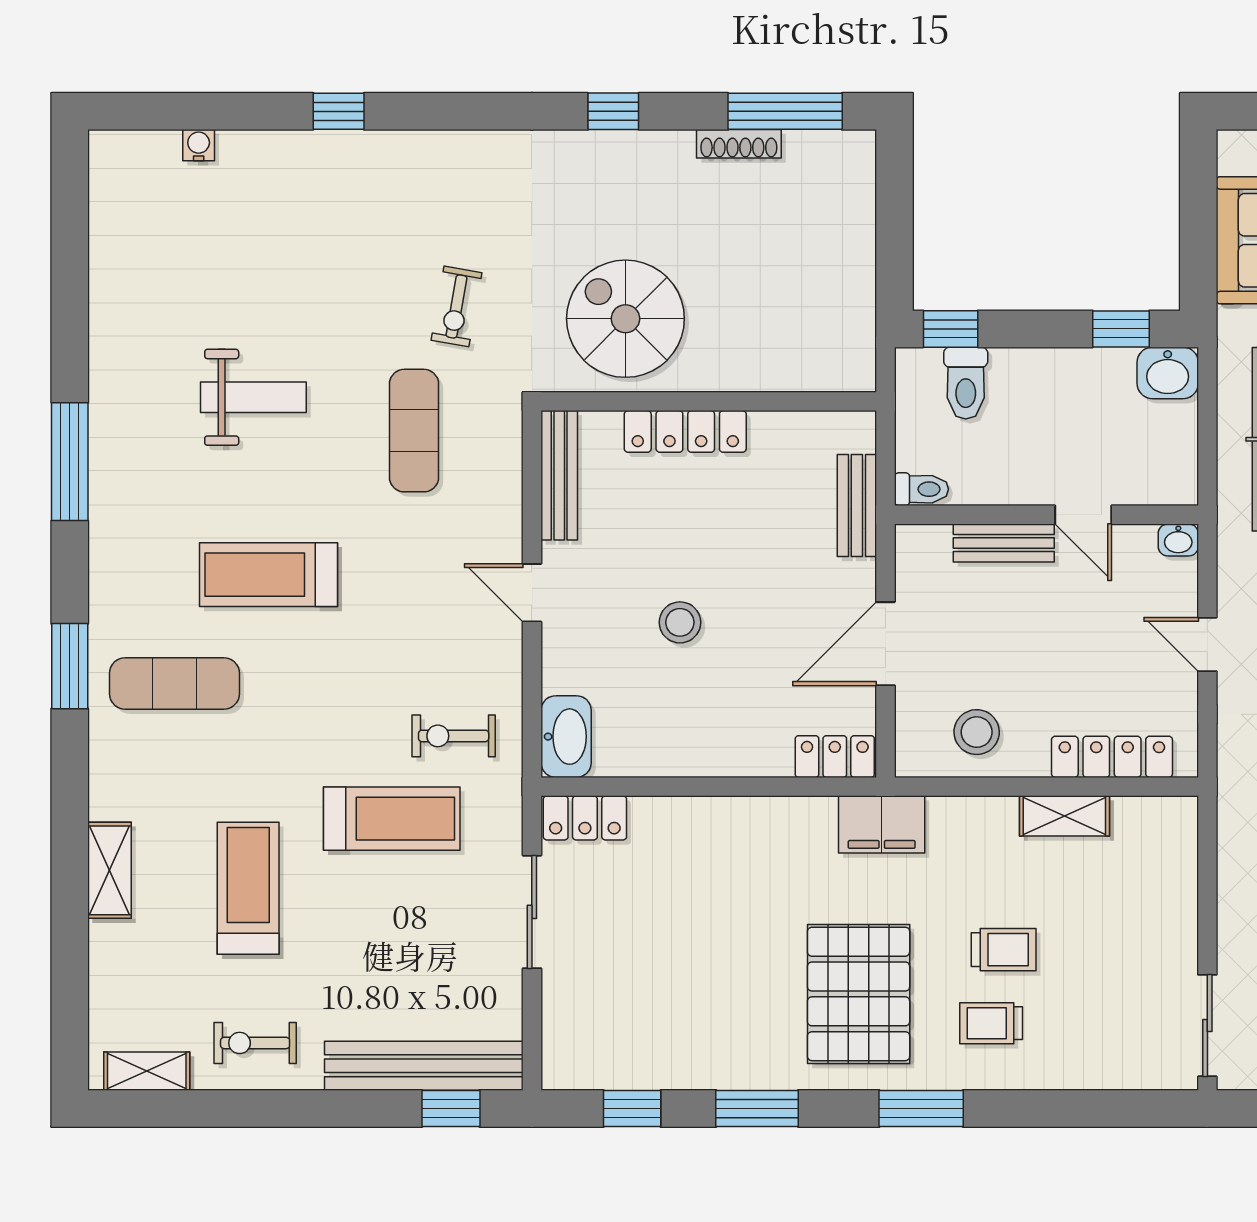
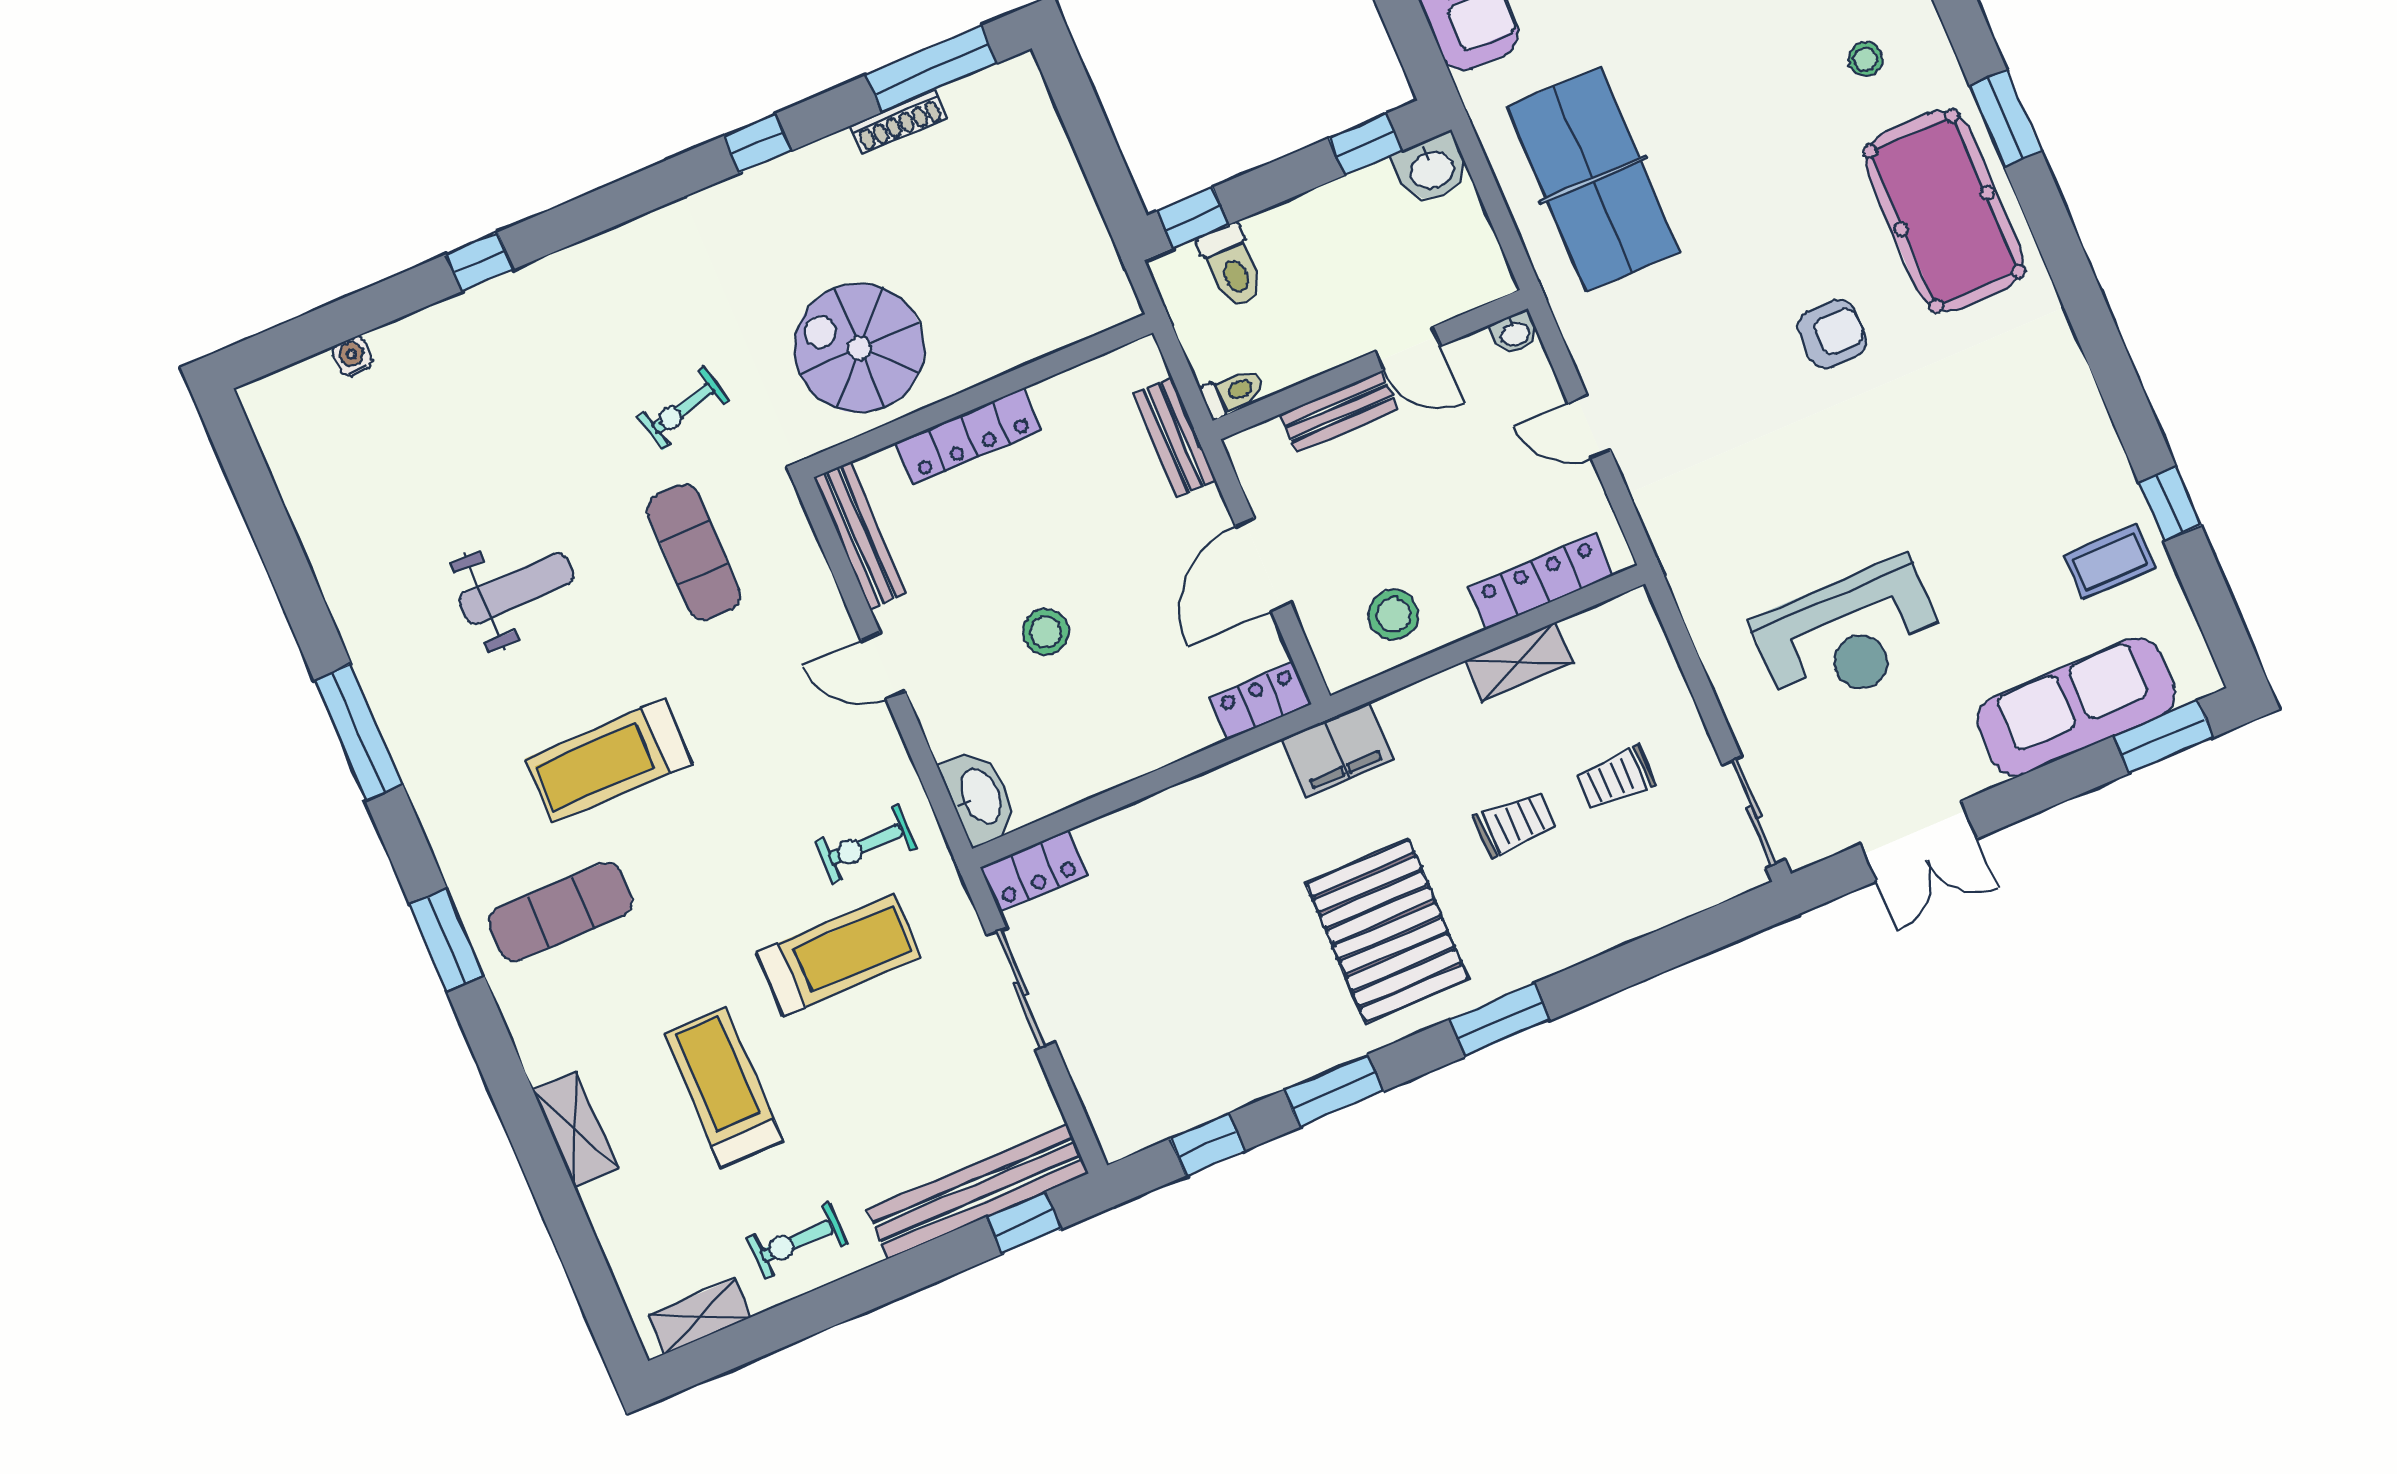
exercise bike: (456, 306) -> (683, 408), turned 66
trolley: (991, 1023) -> (1616, 778), moved

